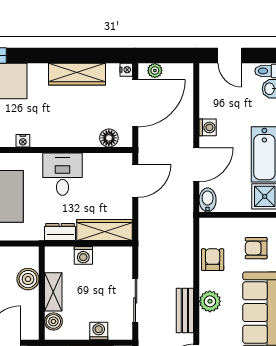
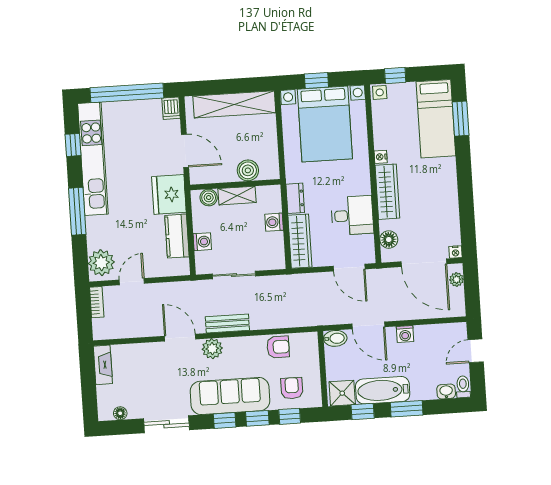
wardrobe: (77, 74) -> (387, 192), moved, turned 180
desk: (63, 174) -> (352, 215), moved
plant: (210, 301) -> (212, 349), moved

